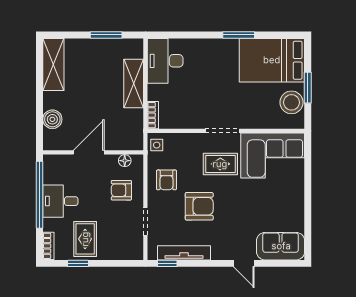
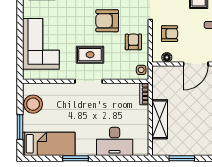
bed: (272, 60) -> (49, 144), width x0.67
desk: (165, 61) -> (115, 141), moved, turned 90
window: (308, 88) -> (20, 127), moved
corner sofa: (273, 156) -> (41, 44), moved, turned 90

